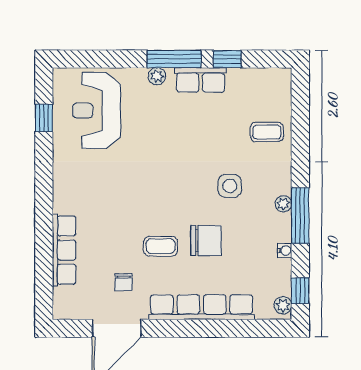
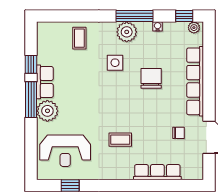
plant: (157, 76) -> (47, 111), width x1.87, depth x1.87
plant: (284, 204) -> (127, 32), width x1.88, depth x1.88
coffee table: (161, 246) -> (120, 140), moved, turned 90

